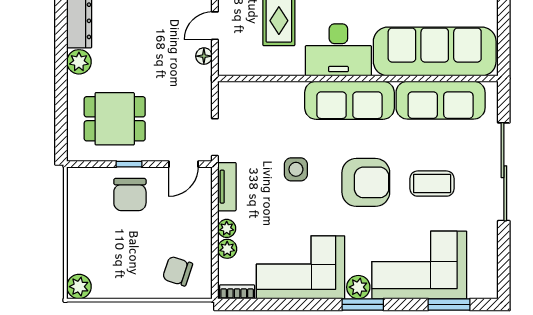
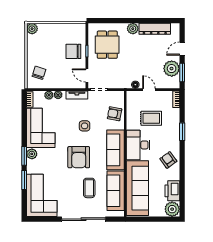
armchair: (269, 102) -> (115, 114), added
coffee table: (432, 184) -> (89, 188), moved
corner sofa: (419, 265) -> (42, 195), moved
window: (449, 304) -> (24, 180), moved

